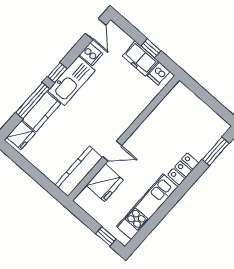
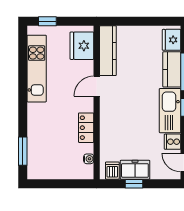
water cooler: (169, 99) -> (89, 159), added
locker: (183, 169) -> (86, 128), moved, turned 180
fridge: (105, 183) -> (82, 46), moved

